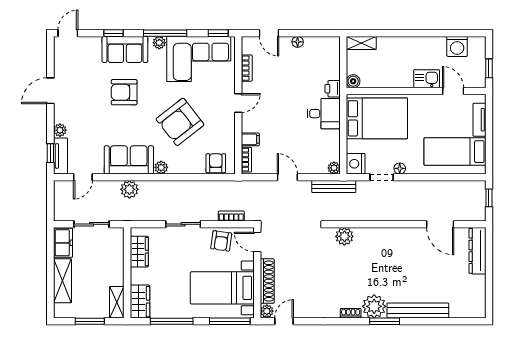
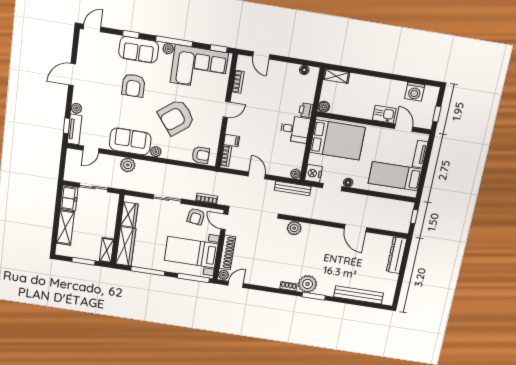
floor lamp: (298, 42) -> (304, 70), moved
armchair: (124, 92) -> (133, 85), turned -90
armchair: (216, 163) -> (201, 155), turned 90
door: (440, 224) -> (355, 228), moved
wardrobe: (140, 302) -> (126, 246), width x1.50
bench: (418, 311) -> (359, 295), moved

